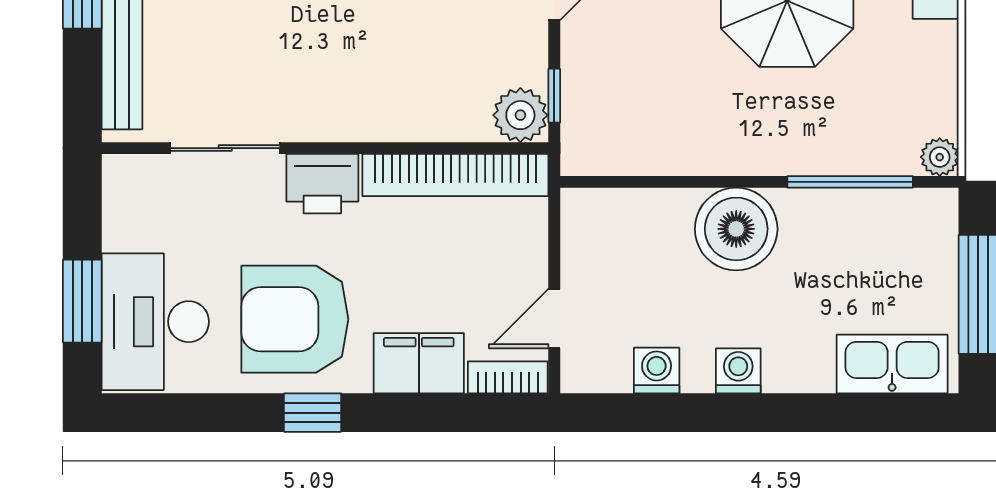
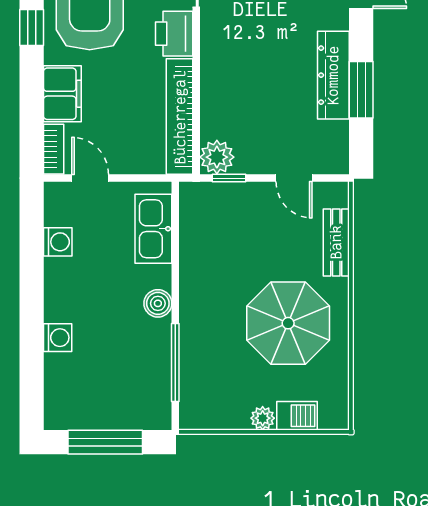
plant: (940, 157) -> (263, 418), moved
boiler: (736, 229) -> (158, 303), width x0.54, depth x0.54
kitchen sink: (892, 364) -> (153, 229), moved, turned 180
washing machine: (738, 371) -> (58, 338), moved

